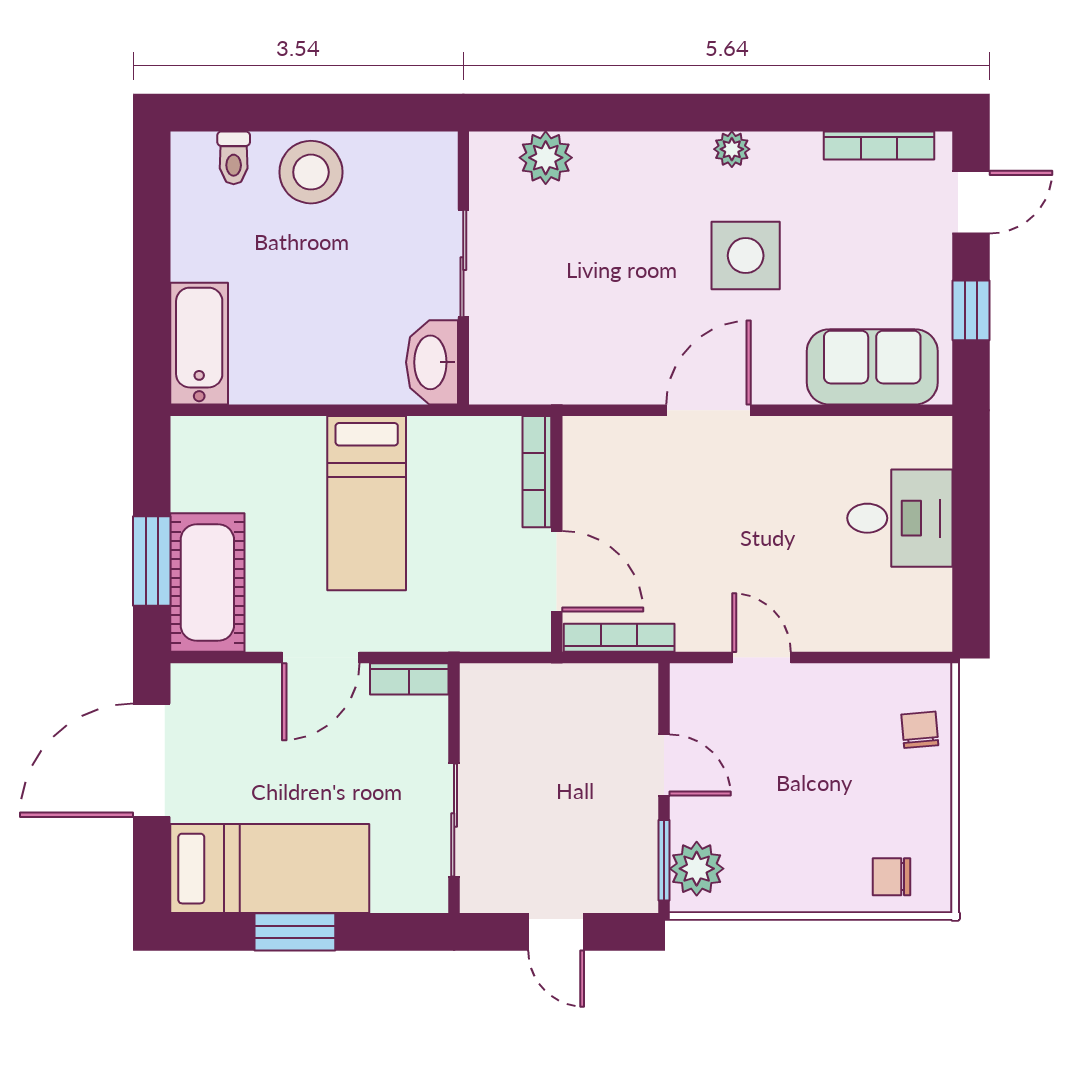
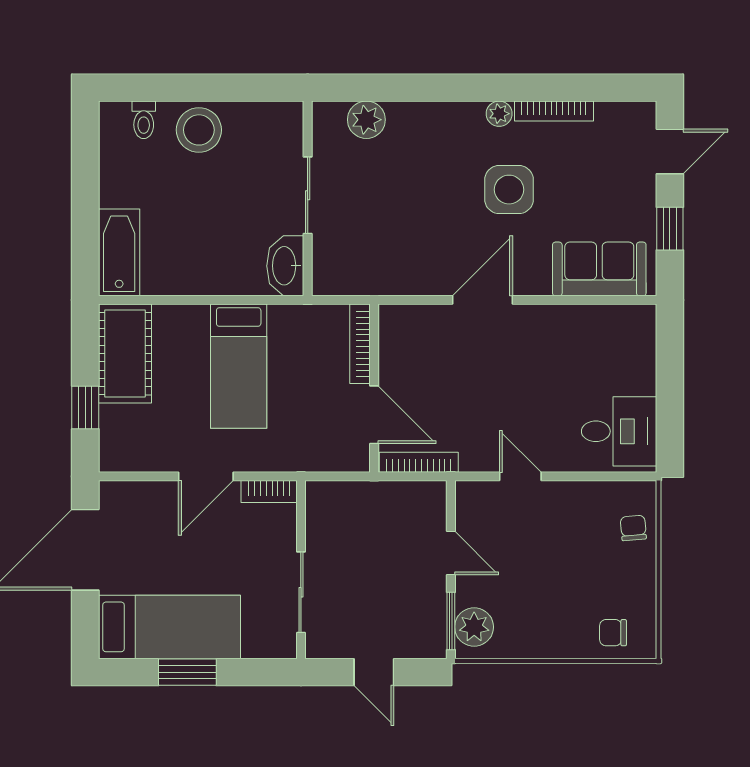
bookcase: (879, 145) -> (554, 111), moved
desk: (900, 518) -> (619, 431), moved
window: (152, 561) -> (85, 407), width x0.67
cot: (207, 582) -> (125, 354), moved

